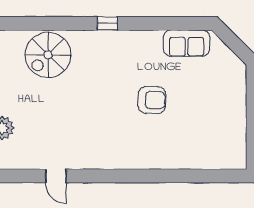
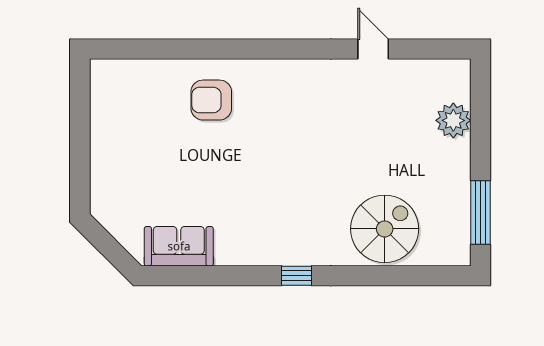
armchair: (152, 100) -> (211, 100), moved

